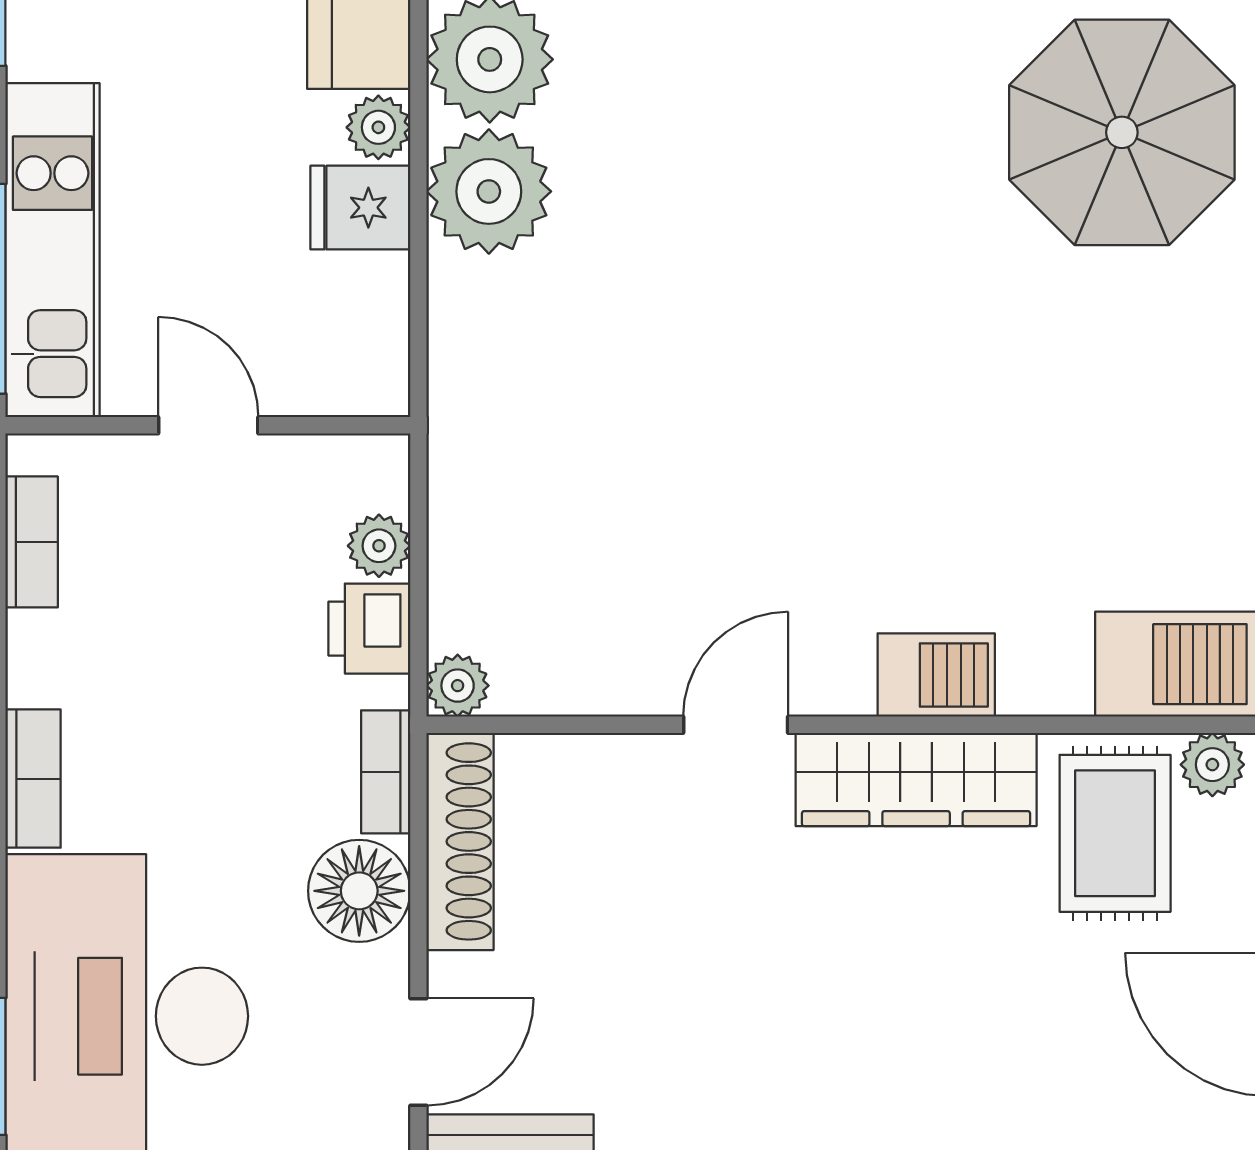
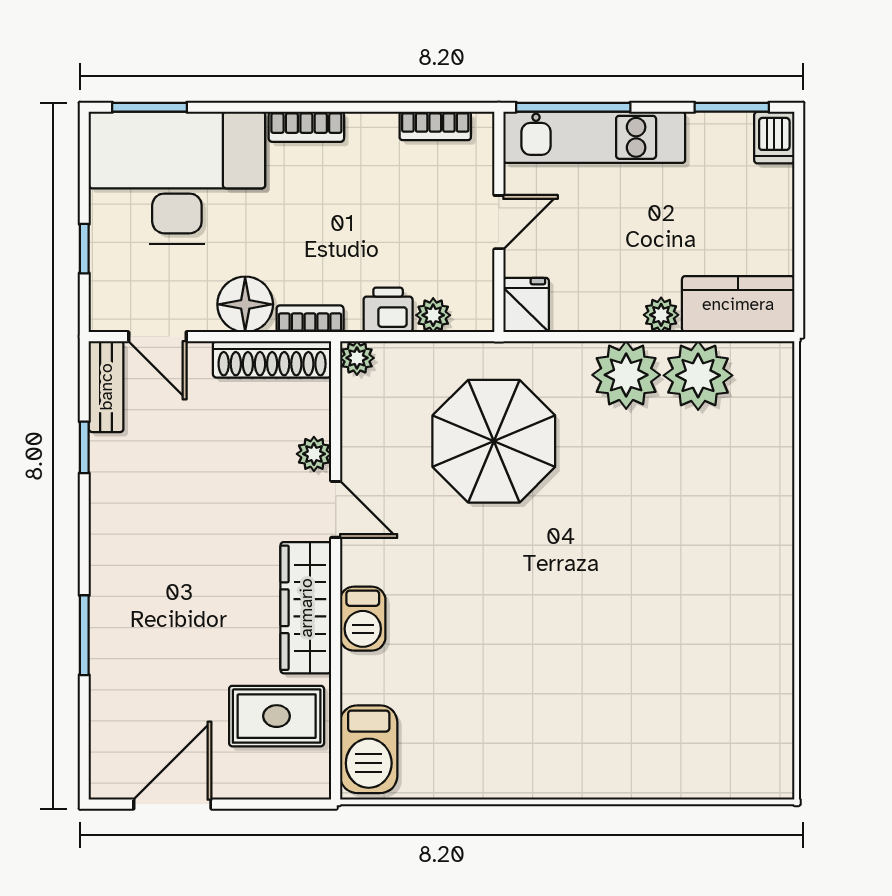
parasol: (1122, 132) -> (494, 441), moved
fridge: (360, 208) -> (526, 305), moved
plant: (1212, 765) -> (314, 454), moved

